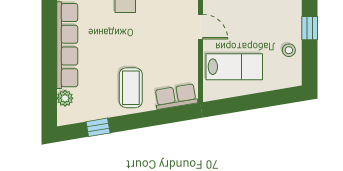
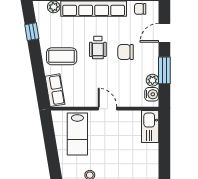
door: (201, 27) -> (108, 109), swing flipped
wheelchair: (119, 39) -> (98, 48), added

